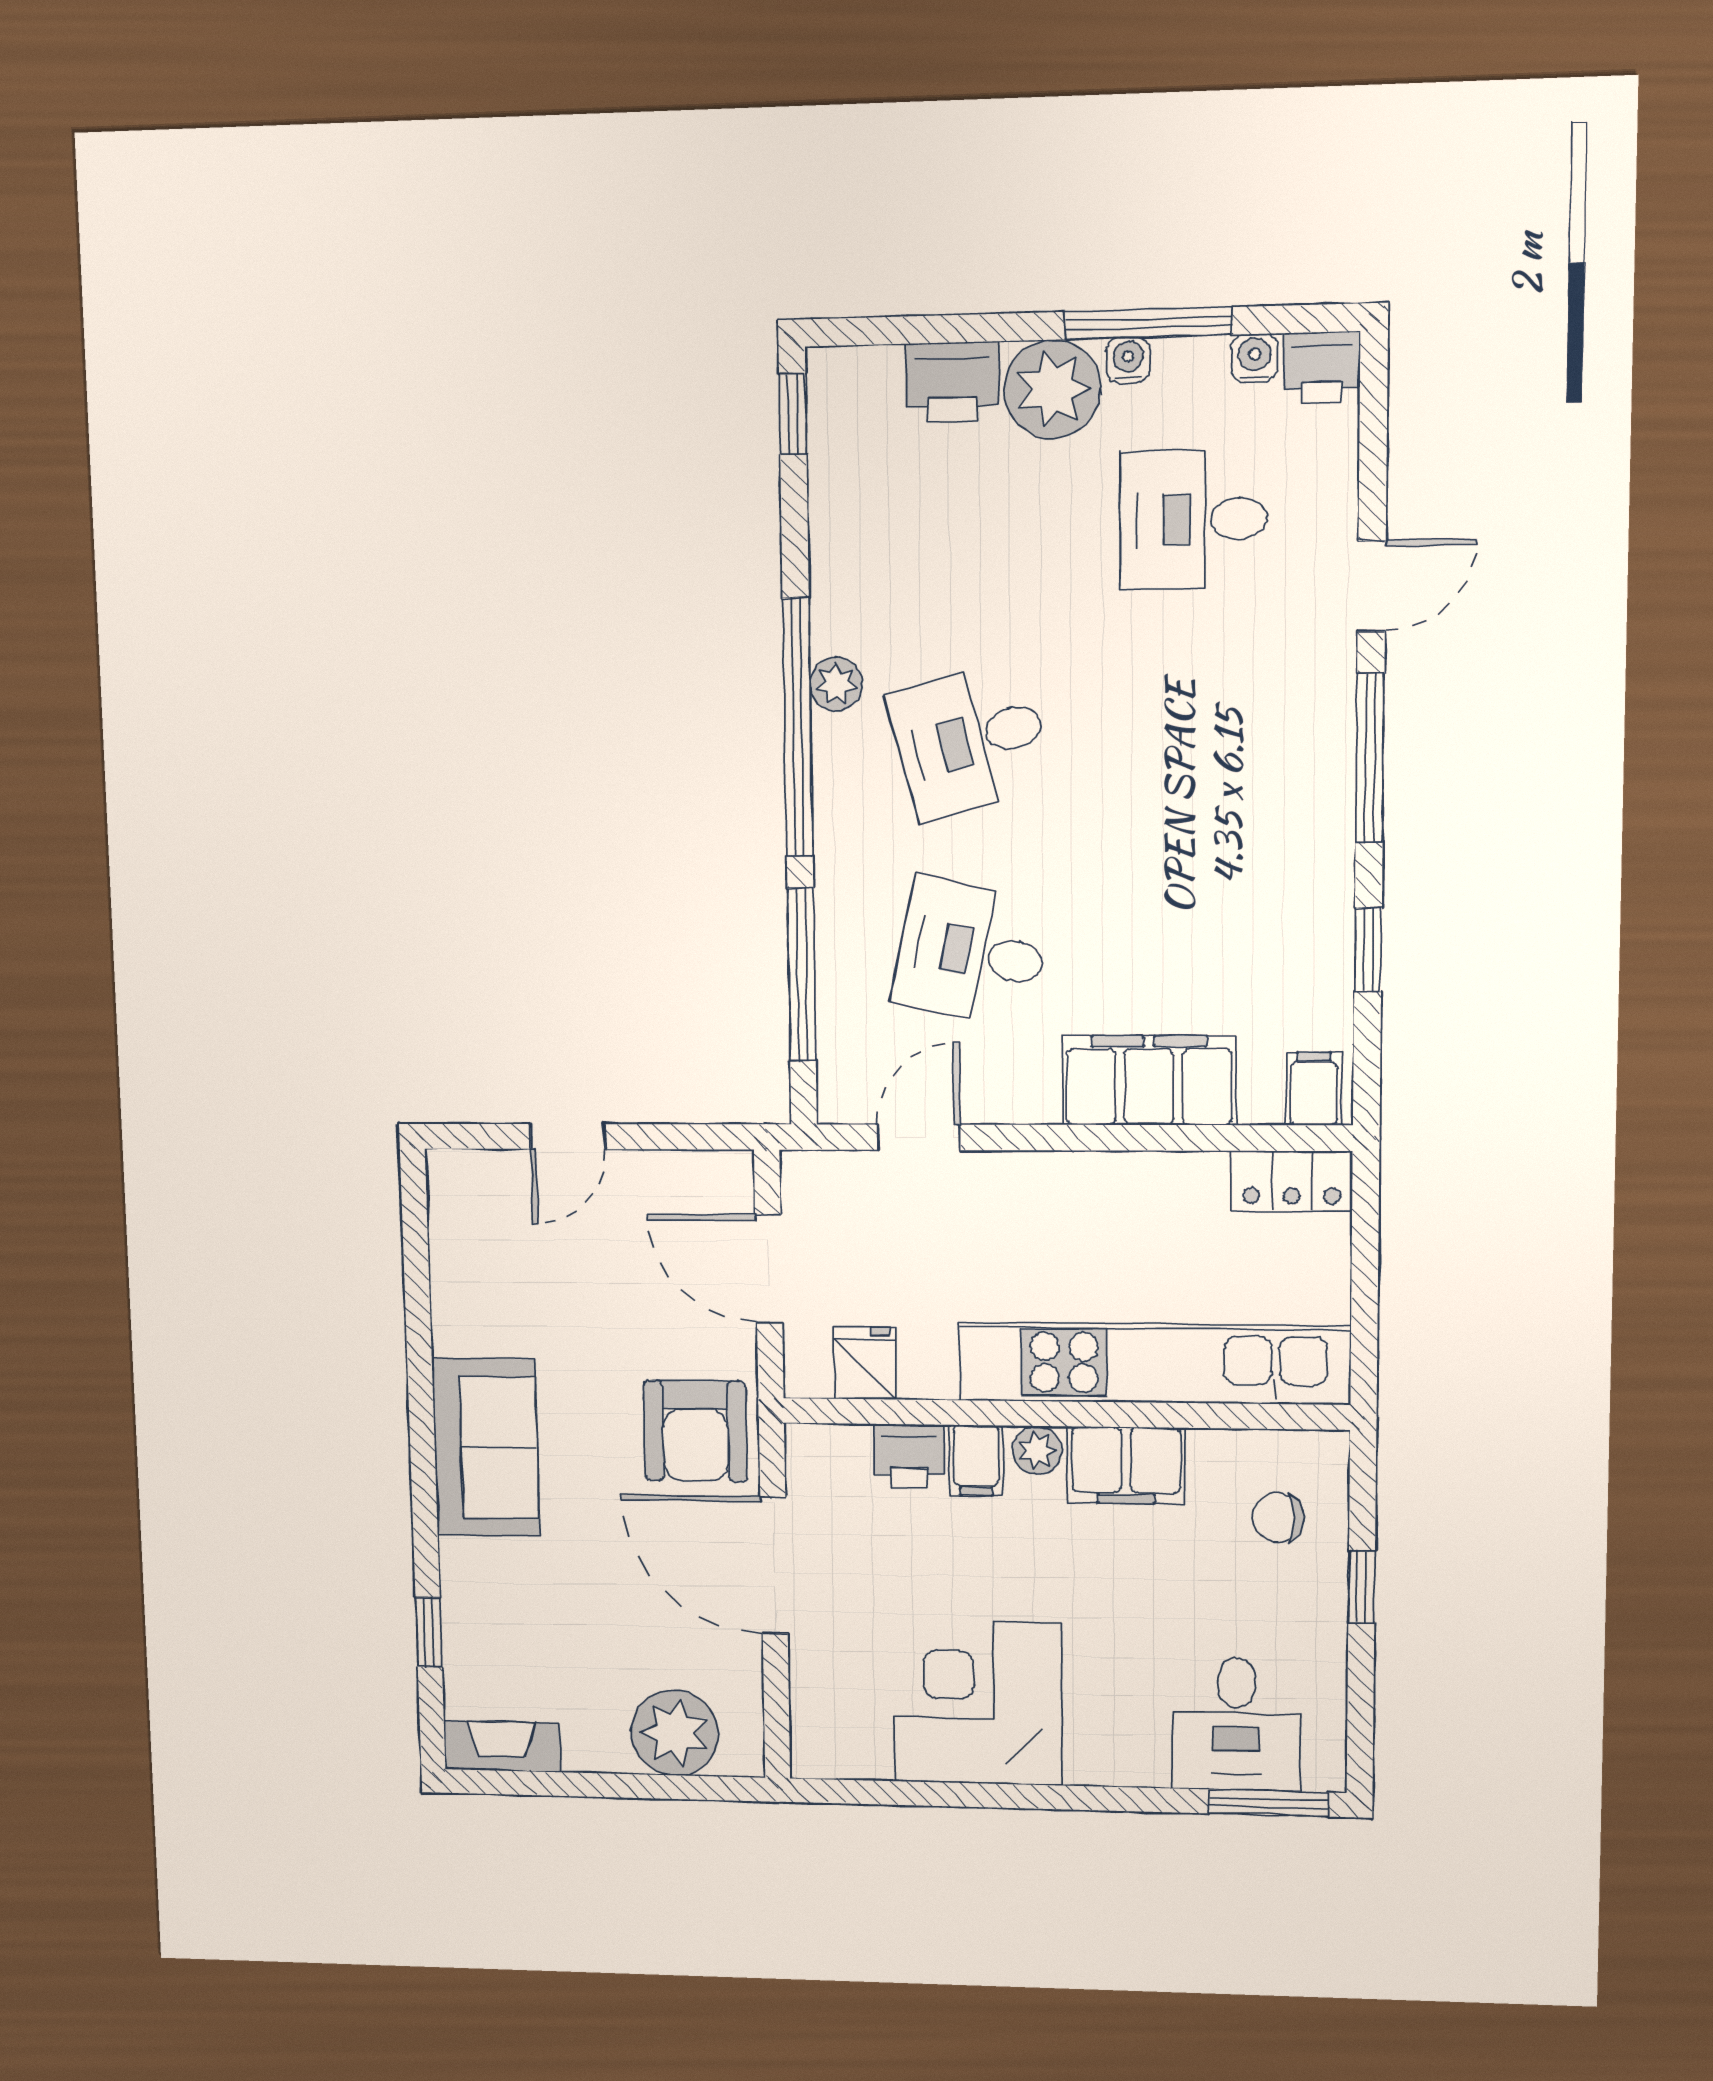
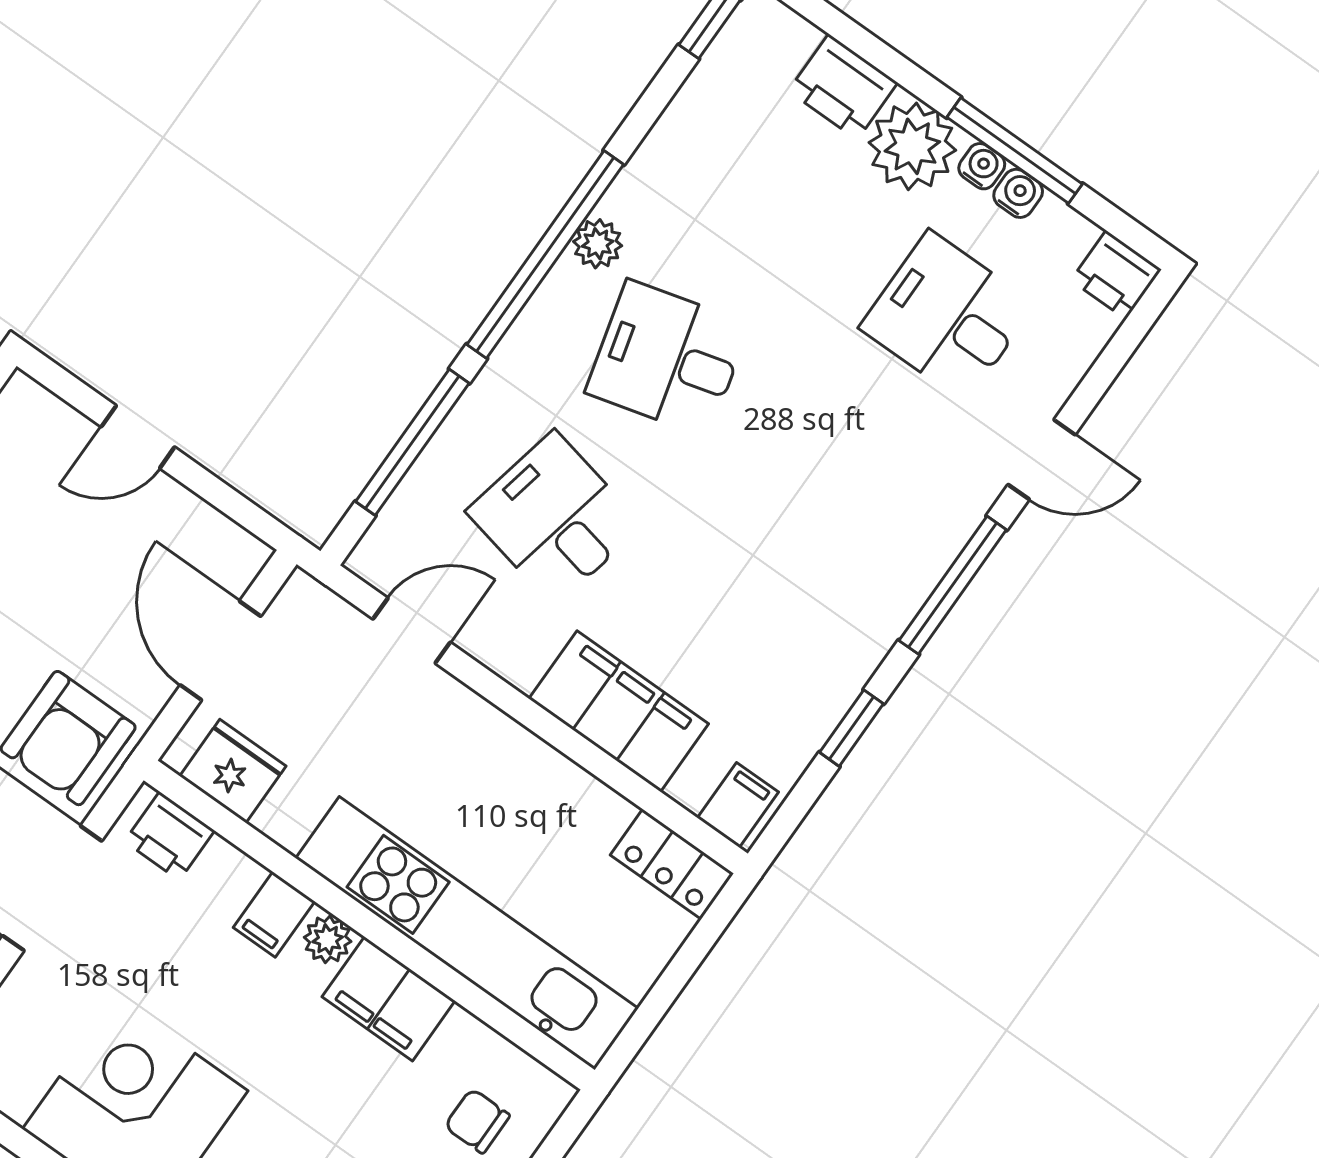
water cooler: (1255, 358) -> (1018, 193), moved
fridge: (865, 1363) -> (233, 771), width x1.38
printer: (909, 1456) -> (169, 836), moved

